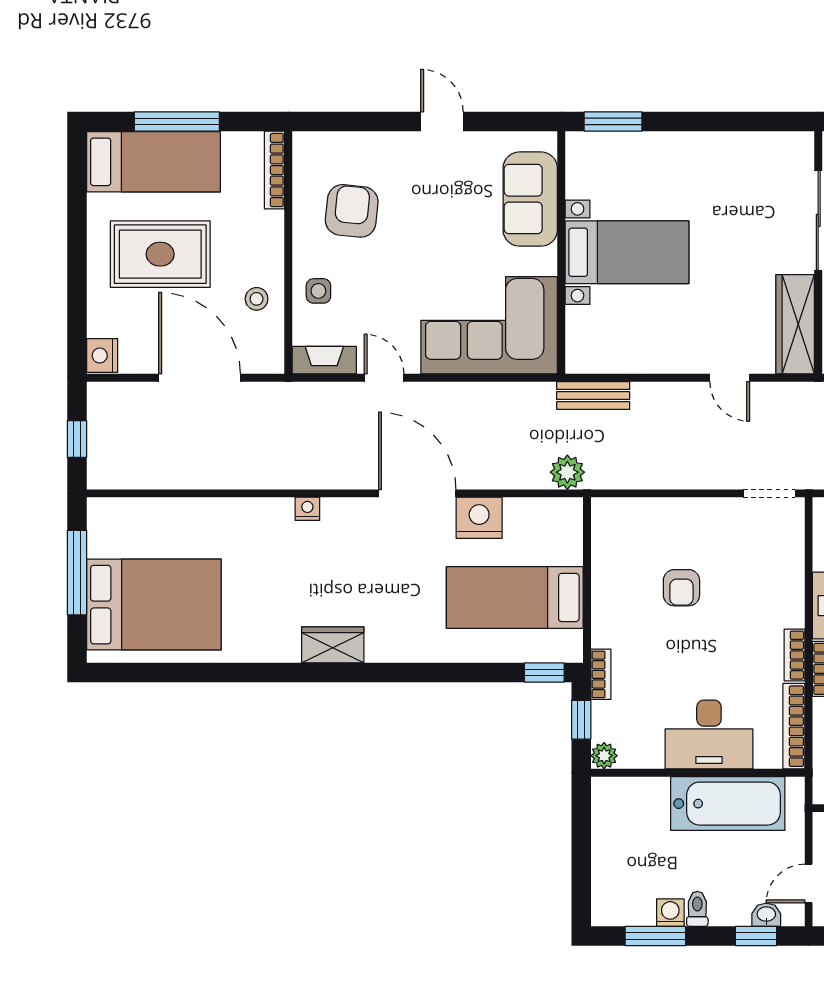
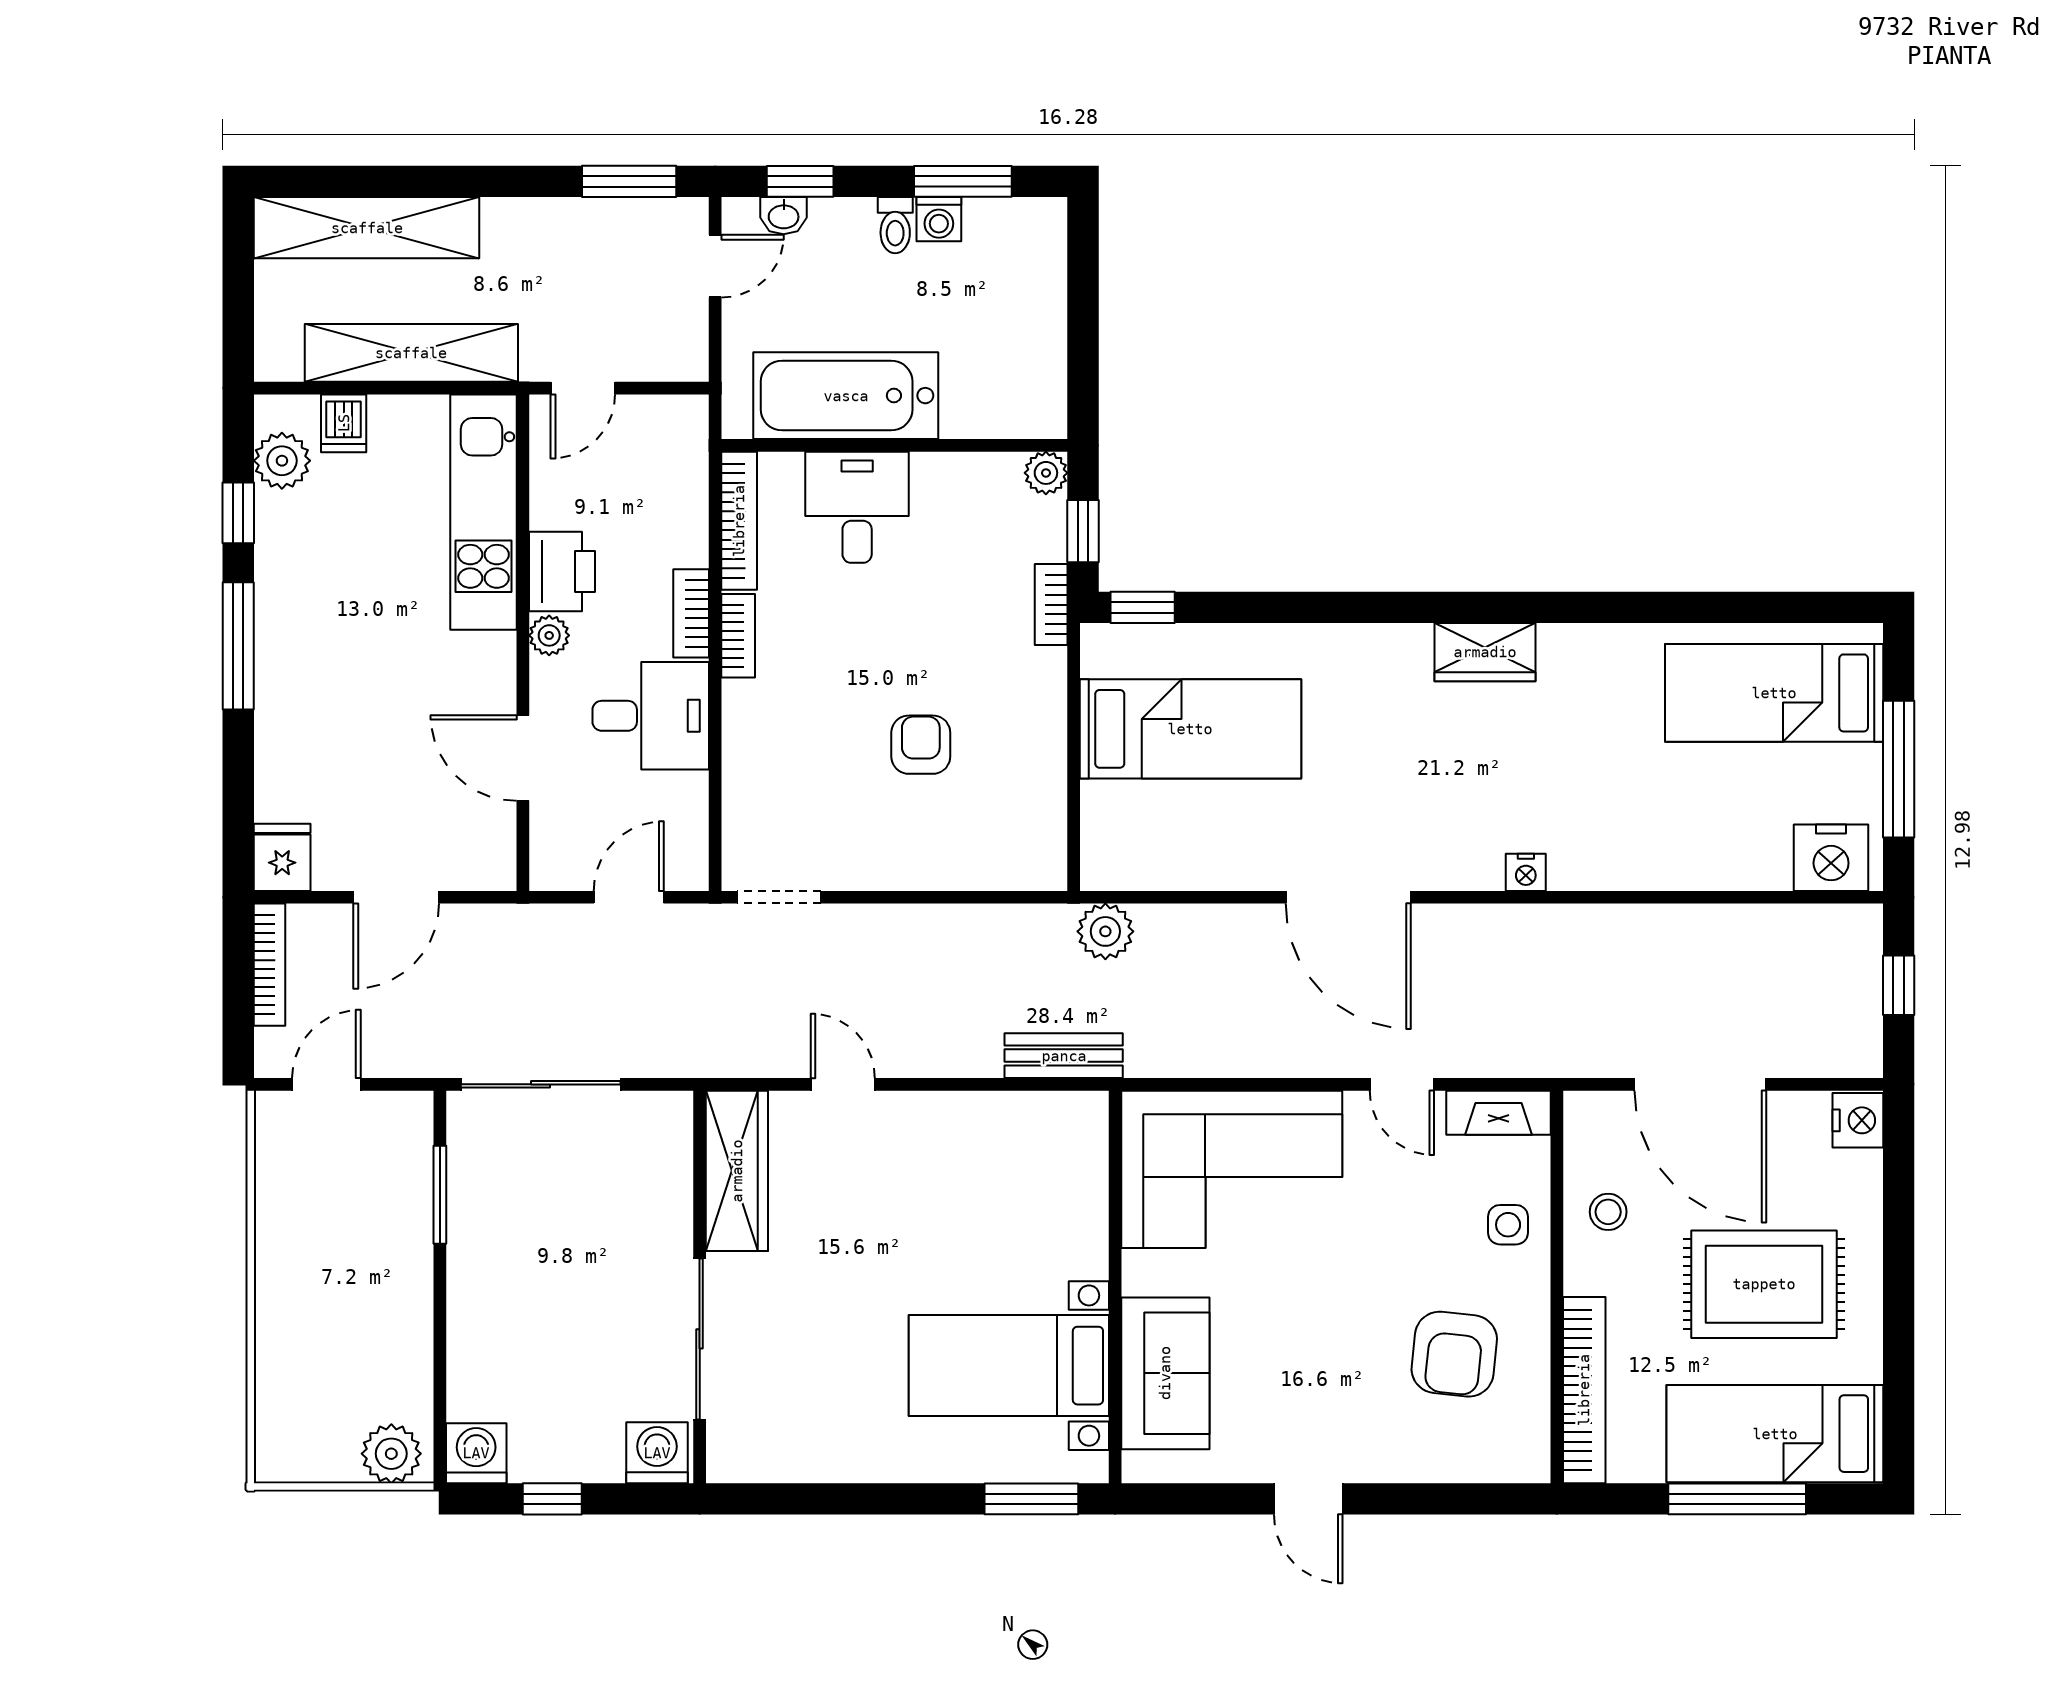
bookcase: (274, 170) -> (1584, 1390), width x1.48, depth x1.31
bed with nightstands: (627, 252) -> (1009, 1366), moved
nightstand: (479, 518) -> (1831, 858), moved
bed: (154, 605) -> (1774, 693), width x0.67
desk: (709, 735) -> (857, 507), width x0.73

